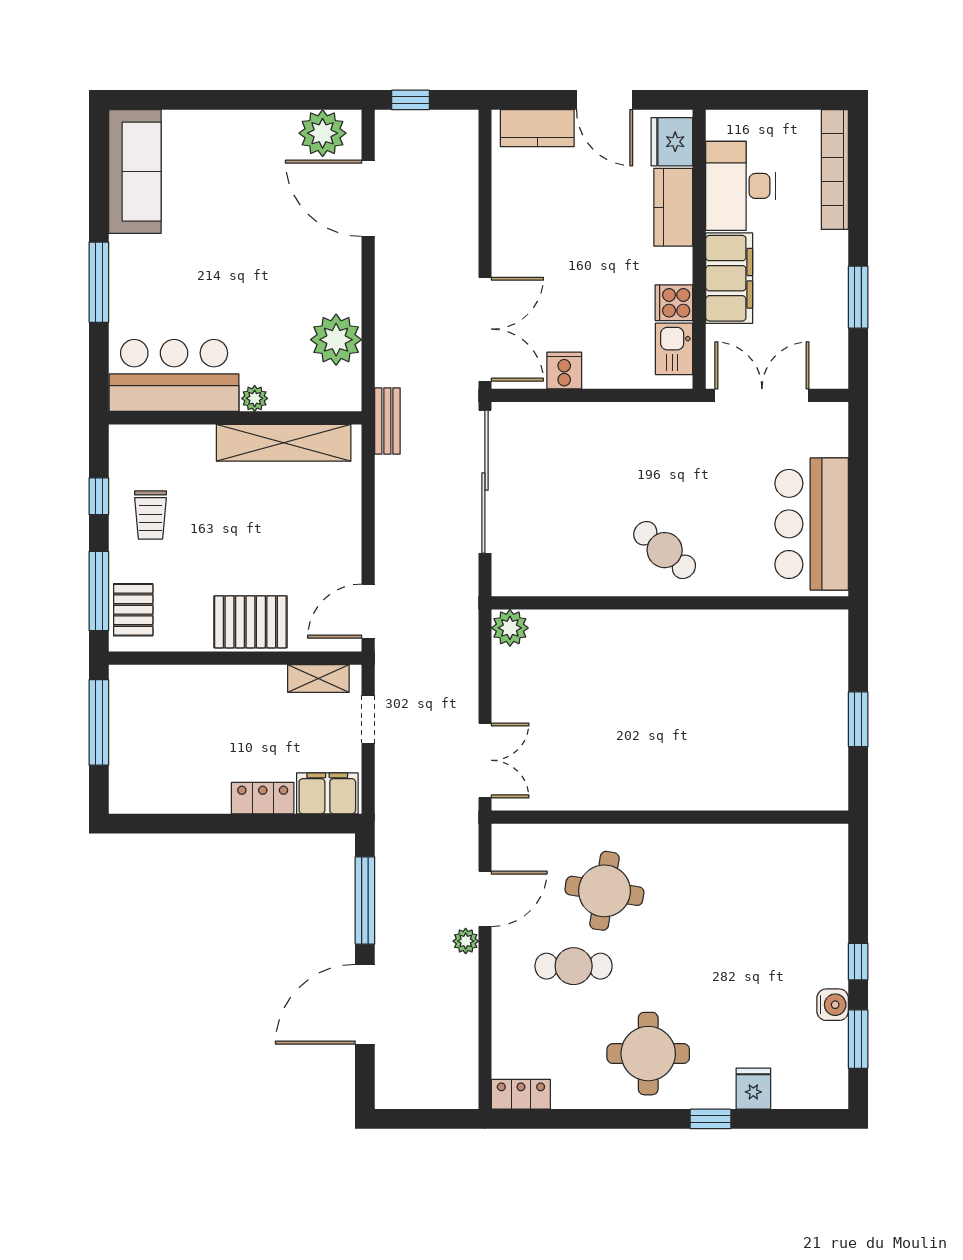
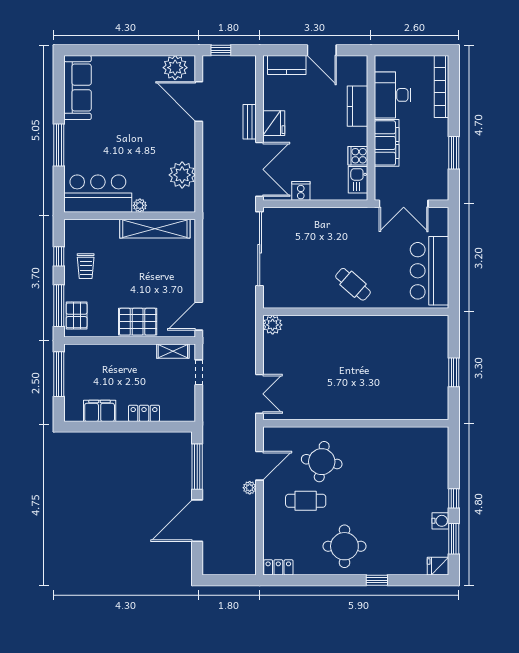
fridge: (672, 142) -> (274, 123), moved, turned 180
double door: (762, 395) -> (404, 204), swing flipped
bench: (387, 421) -> (250, 122), moved
filing cabinet: (327, 793) -> (100, 411), moved
fridge: (753, 1089) -> (438, 566), moved, turned -90

